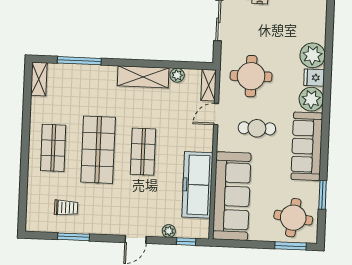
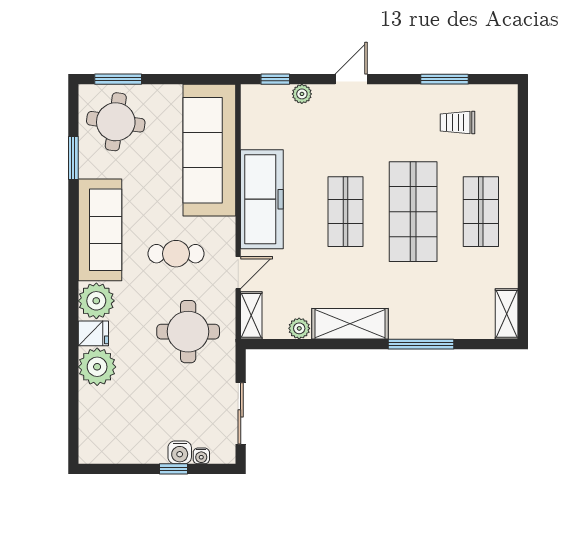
window: (79, 61) -> (421, 344), moved
freezer: (197, 185) -> (262, 199), moved

